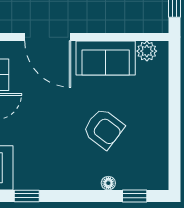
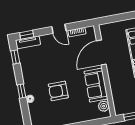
armchair: (104, 129) -> (58, 91), turned 53
window: (135, 196) -> (22, 91), moved

